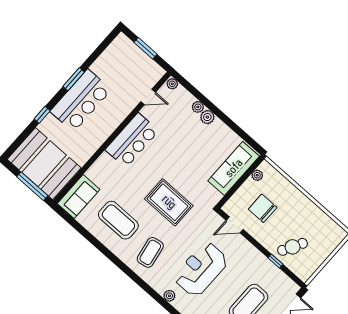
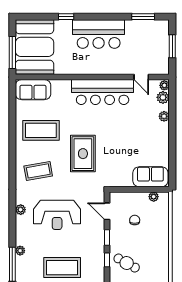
window: (74, 79) -> (143, 17), moved
plant: (207, 117) -> (163, 97), moved
bar counter: (132, 140) -> (103, 92), width x1.36
sofa: (234, 168) -> (150, 177), width x0.73
chair: (263, 208) -> (135, 220), width x0.54, depth x0.54
coffee table: (118, 220) -> (41, 130), turned 90
window: (257, 244) -> (107, 237), added
reception desk: (201, 269) -> (57, 215), turned 180

